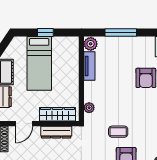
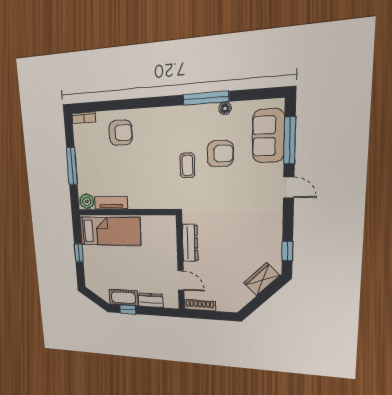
bed: (39, 63) -> (110, 231), moved
plant: (89, 108) -> (159, 203), removed
wardrobe: (57, 114) -> (168, 241), removed

